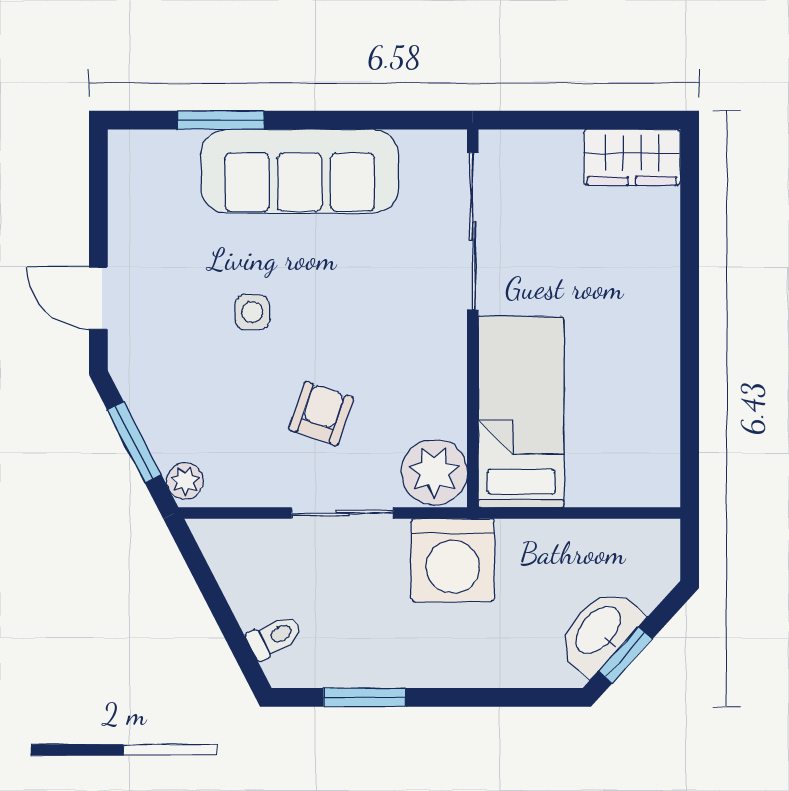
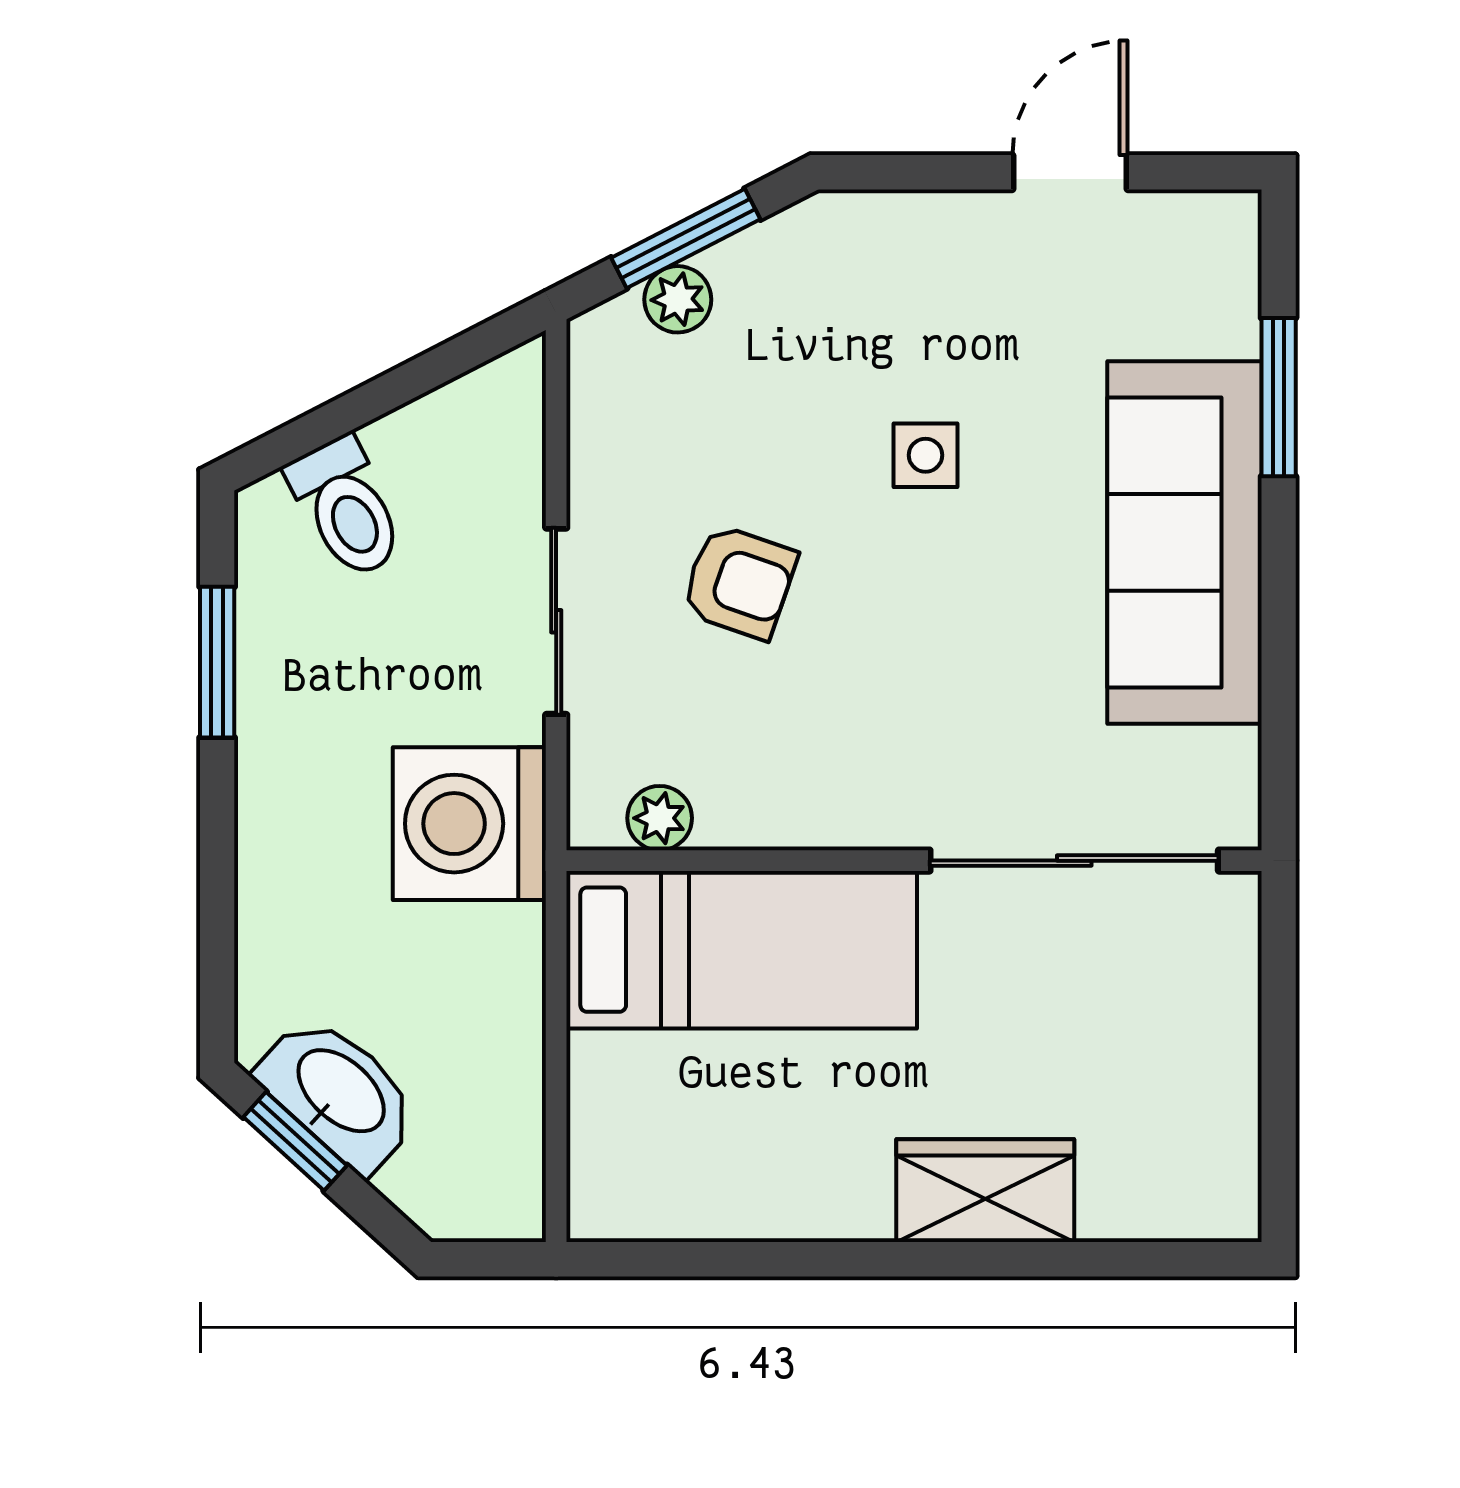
wardrobe: (632, 157) -> (985, 1191), moved, turned 90
door: (98, 298) -> (1070, 172), moved
plant: (434, 472) -> (660, 818), width x0.53, depth x0.53
plant: (185, 481) -> (678, 299), moved
toilet: (275, 637) -> (346, 508), width x1.37, depth x1.39

